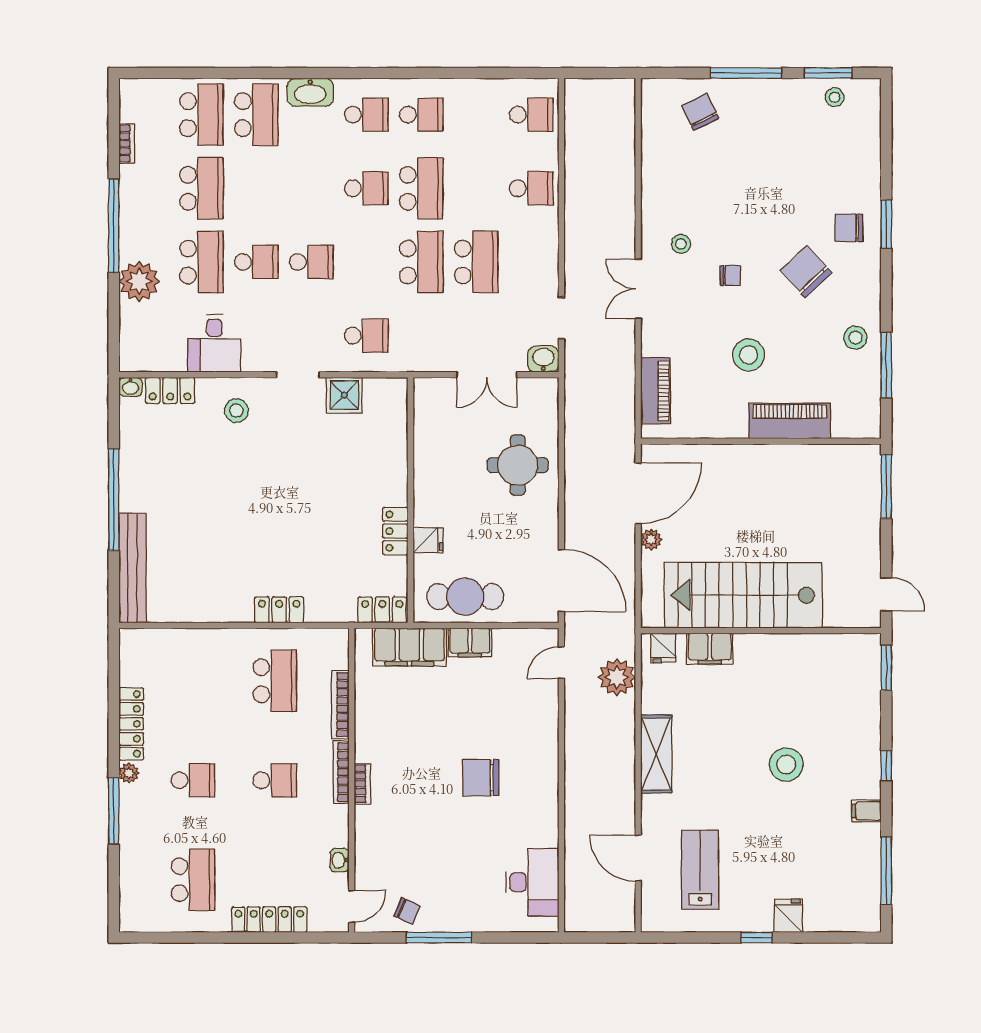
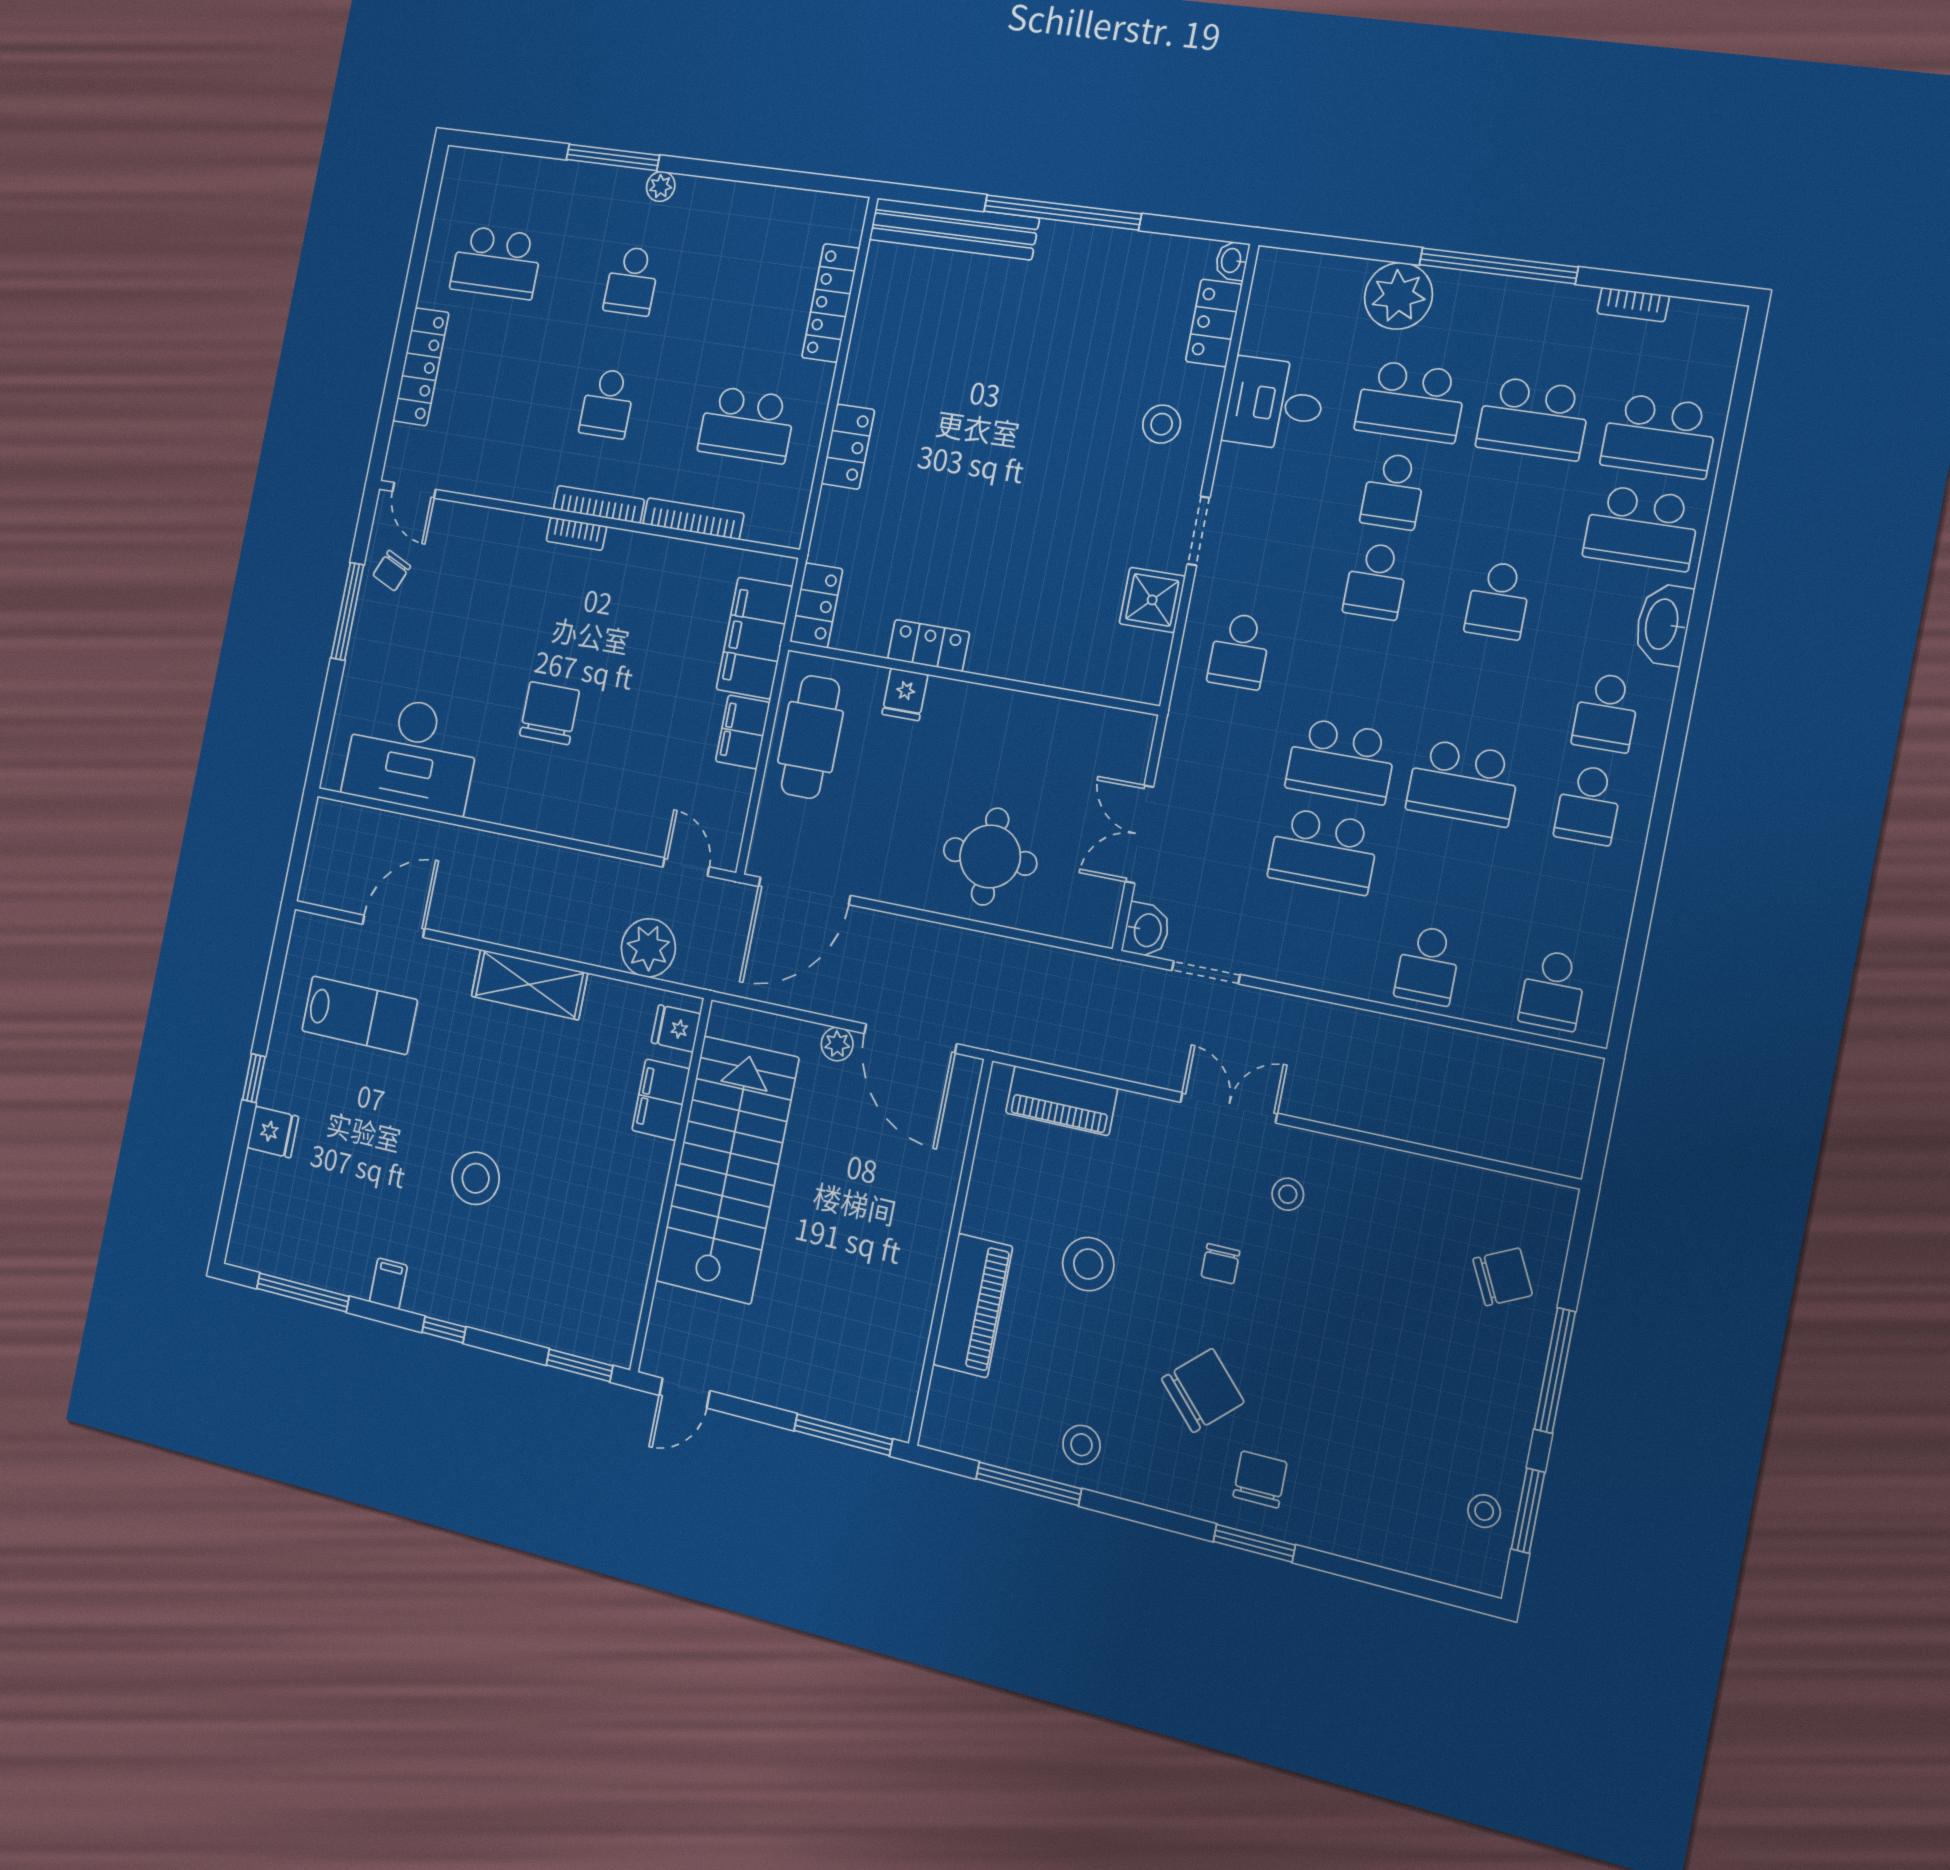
school desk: (366, 188) -> (1498, 600), moved
locker: (131, 724) -> (831, 303), moved, turned 90
washbasin: (340, 860) -> (479, 483), removed
desk: (532, 882) -> (411, 754), width x1.36, depth x1.30

